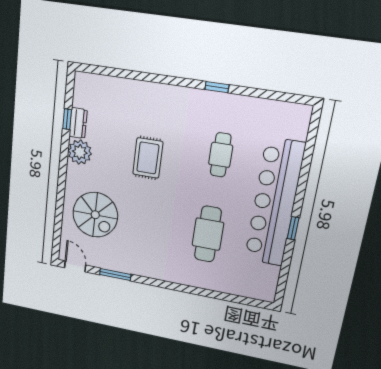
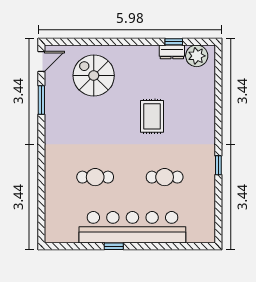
plant: (80, 152) -> (197, 56), moved
rug: (148, 158) -> (152, 116), turned 90
spiral stairs: (95, 215) -> (94, 76), turned 90
cafe table: (208, 234) -> (95, 177), width x0.73, depth x0.74

